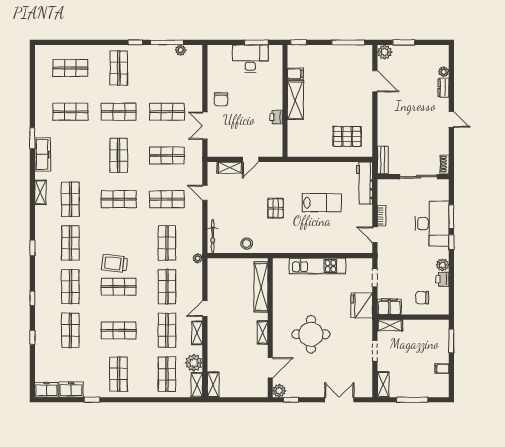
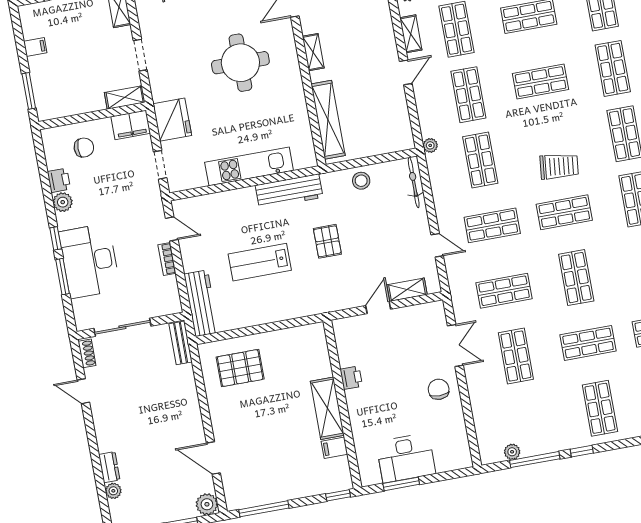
shop shelf: (167, 112) -> (516, 356), turned 90
door: (451, 119) -> (83, 391), moved
workbench: (295, 245) -> (289, 191), added
trolley: (114, 263) -> (559, 166), moved

